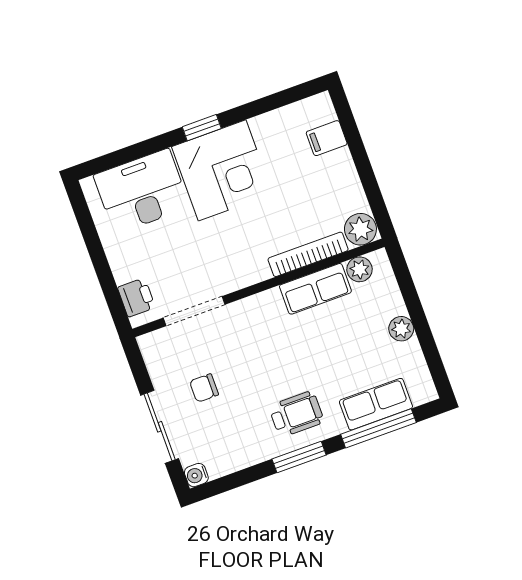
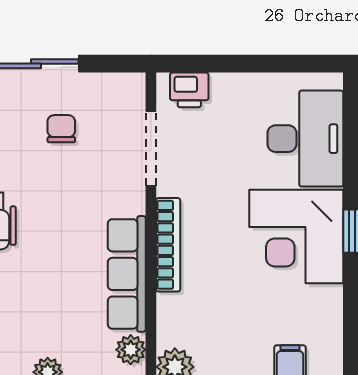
bookcase: (308, 254) -> (168, 245), moved
row of seats: (315, 289) -> (127, 274), width x1.48

